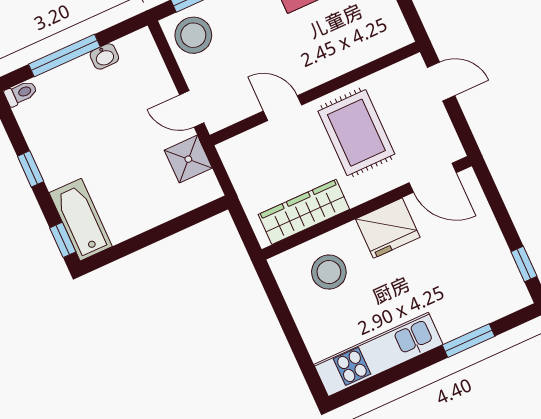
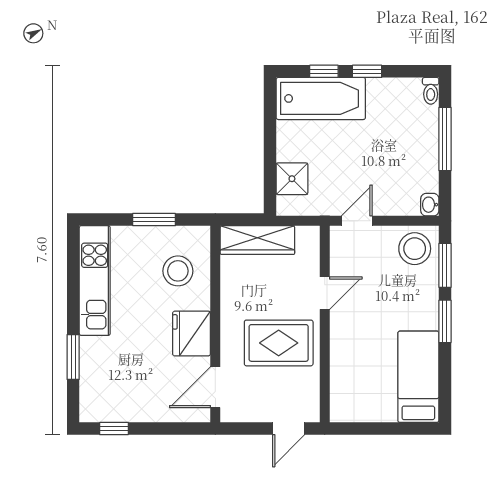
washbasin: (104, 56) -> (430, 205), moved
shower: (188, 159) -> (292, 179), moved
wardrobe: (304, 212) -> (257, 240), moved, turned 90
bathtub: (81, 220) -> (321, 98), width x1.36, depth x1.36
window: (63, 240) -> (324, 71), moved
window: (287, 321) -> (154, 220), added

